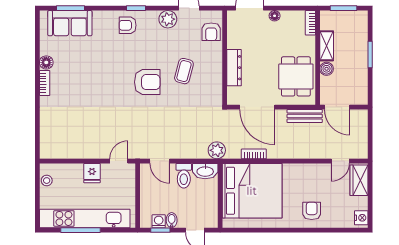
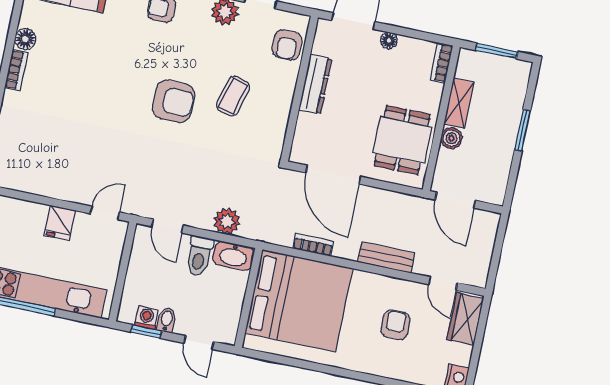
dresser: (234, 68) -> (315, 84), moved
bench: (305, 116) -> (386, 257), moved
plant: (217, 150) -> (227, 221), moved
door: (340, 161) -> (443, 283), hinge flipped
armchair: (312, 211) -> (396, 325), moved

